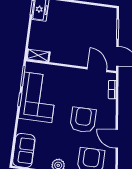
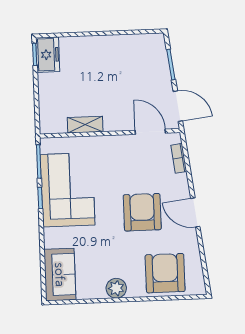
shelving: (38, 55) -> (85, 125), moved
door: (117, 139) -> (195, 212), moved

